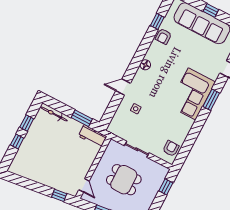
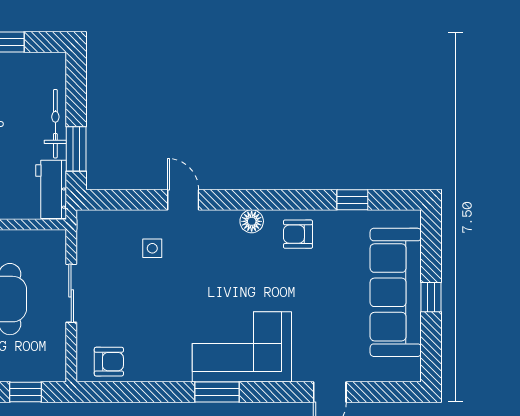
armchair: (163, 36) -> (298, 234), moved
window: (211, 100) -> (217, 392), moved
bicycle: (54, 114) -> (55, 124), moved

